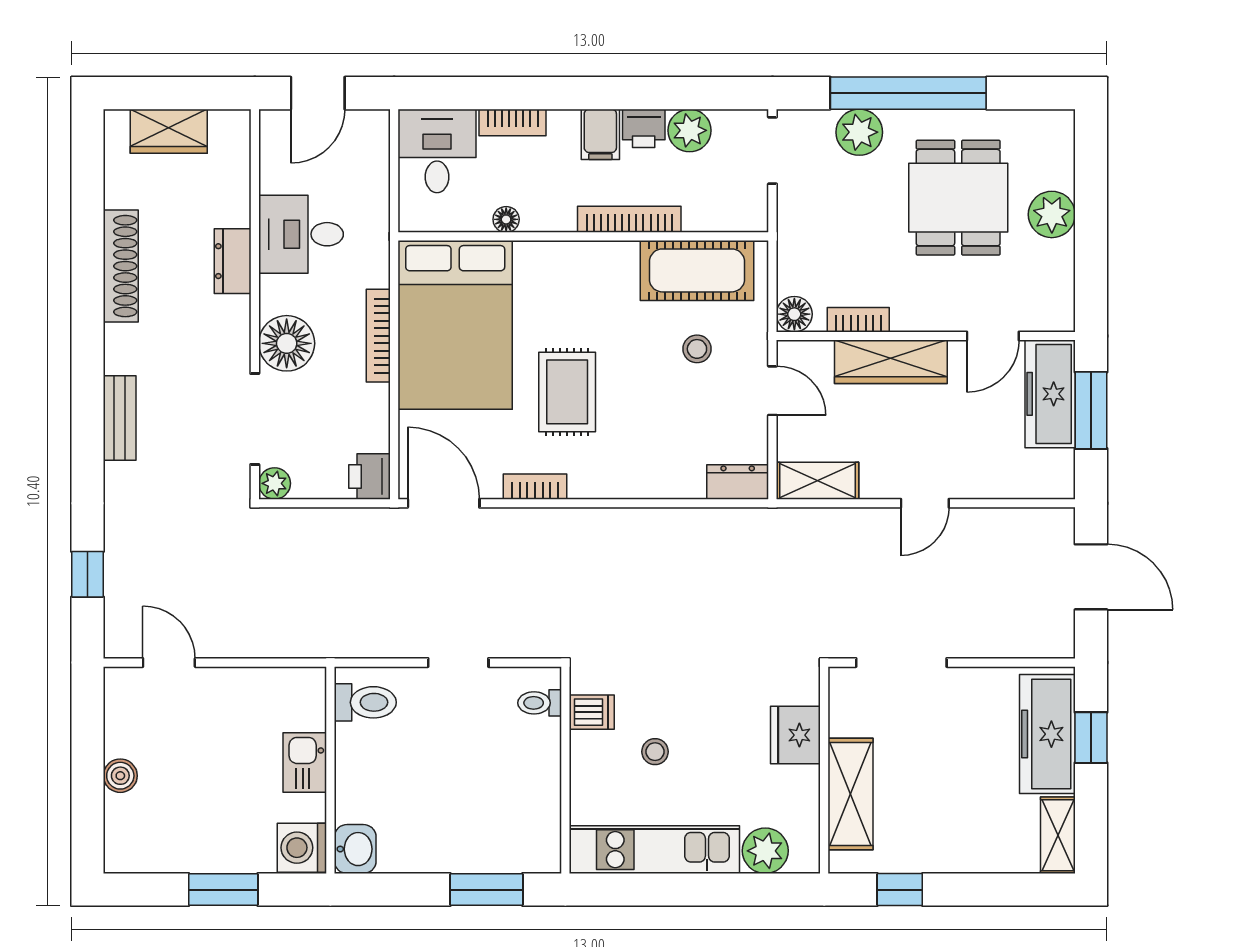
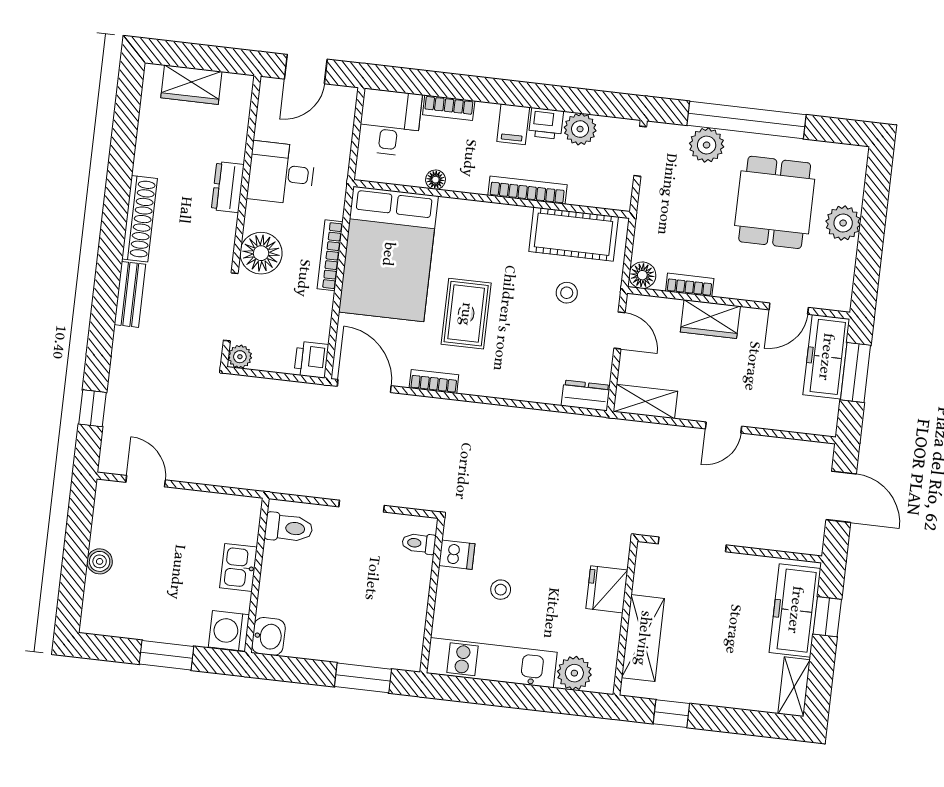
shoe rack: (121, 266) -> (140, 219), moved
wardrobe: (891, 362) -> (710, 319), width x0.67

